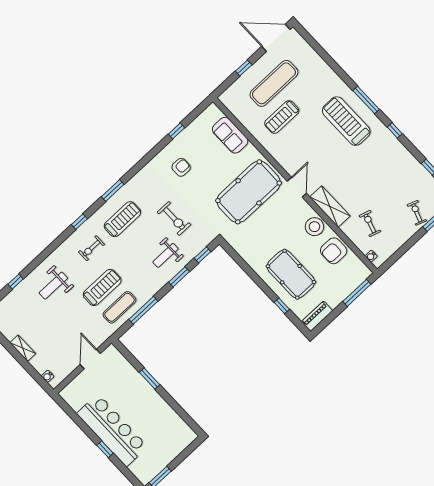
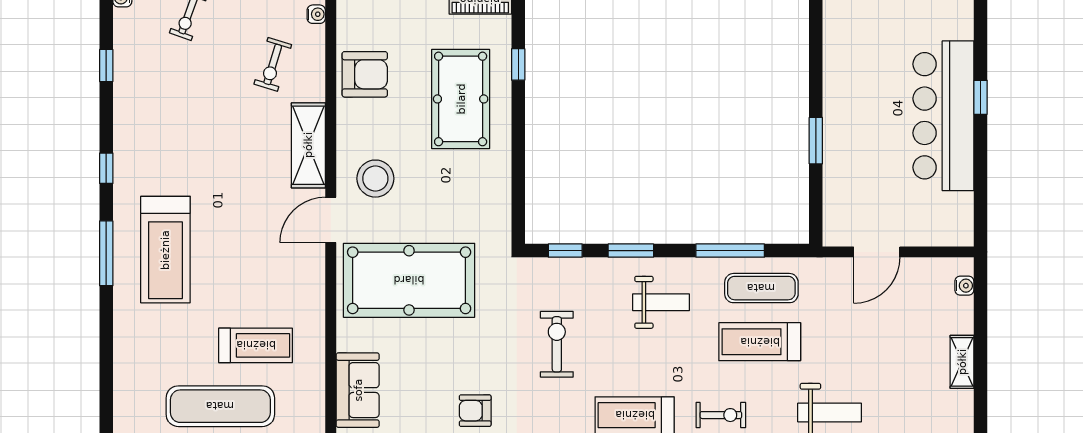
stool: (314, 227) -> (375, 179), moved
weight bench: (165, 255) -> (661, 302), moved

